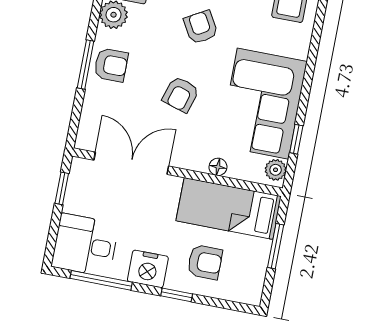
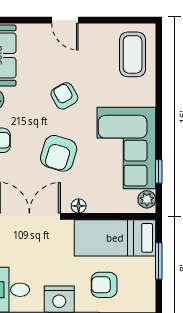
armchair: (181, 94) -> (59, 153), width x1.38, depth x1.38
floor lamp: (218, 167) -> (79, 206), moved
armchair: (205, 262) -> (104, 285), turned 180

